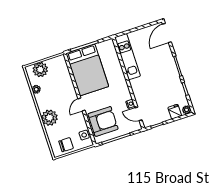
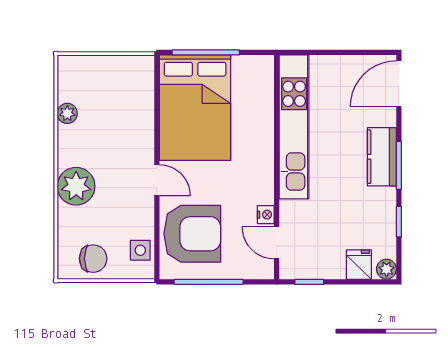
kitchen unit: (127, 57) -> (294, 127), width x1.36
kitchen counter: (170, 65) -> (382, 157), added
plant: (40, 70) -> (91, 73), removed
door: (82, 104) -> (157, 180), swing flipped

